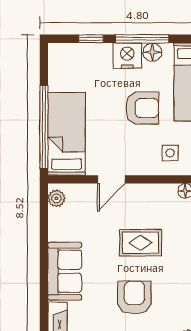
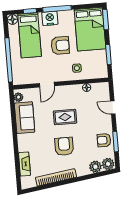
floor lamp: (152, 52) -> (12, 19), moved
bed: (67, 134) -> (30, 35), moved, turned 180
sofa: (65, 271) -> (25, 118), moved

